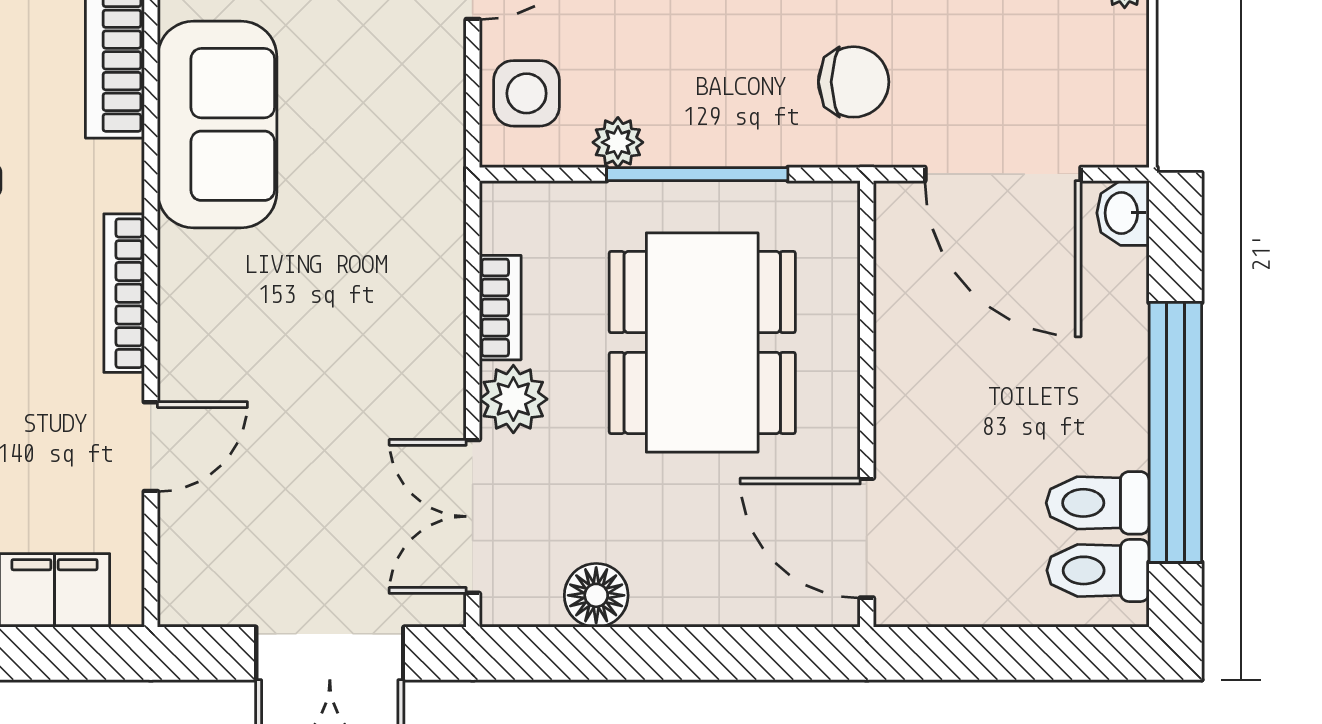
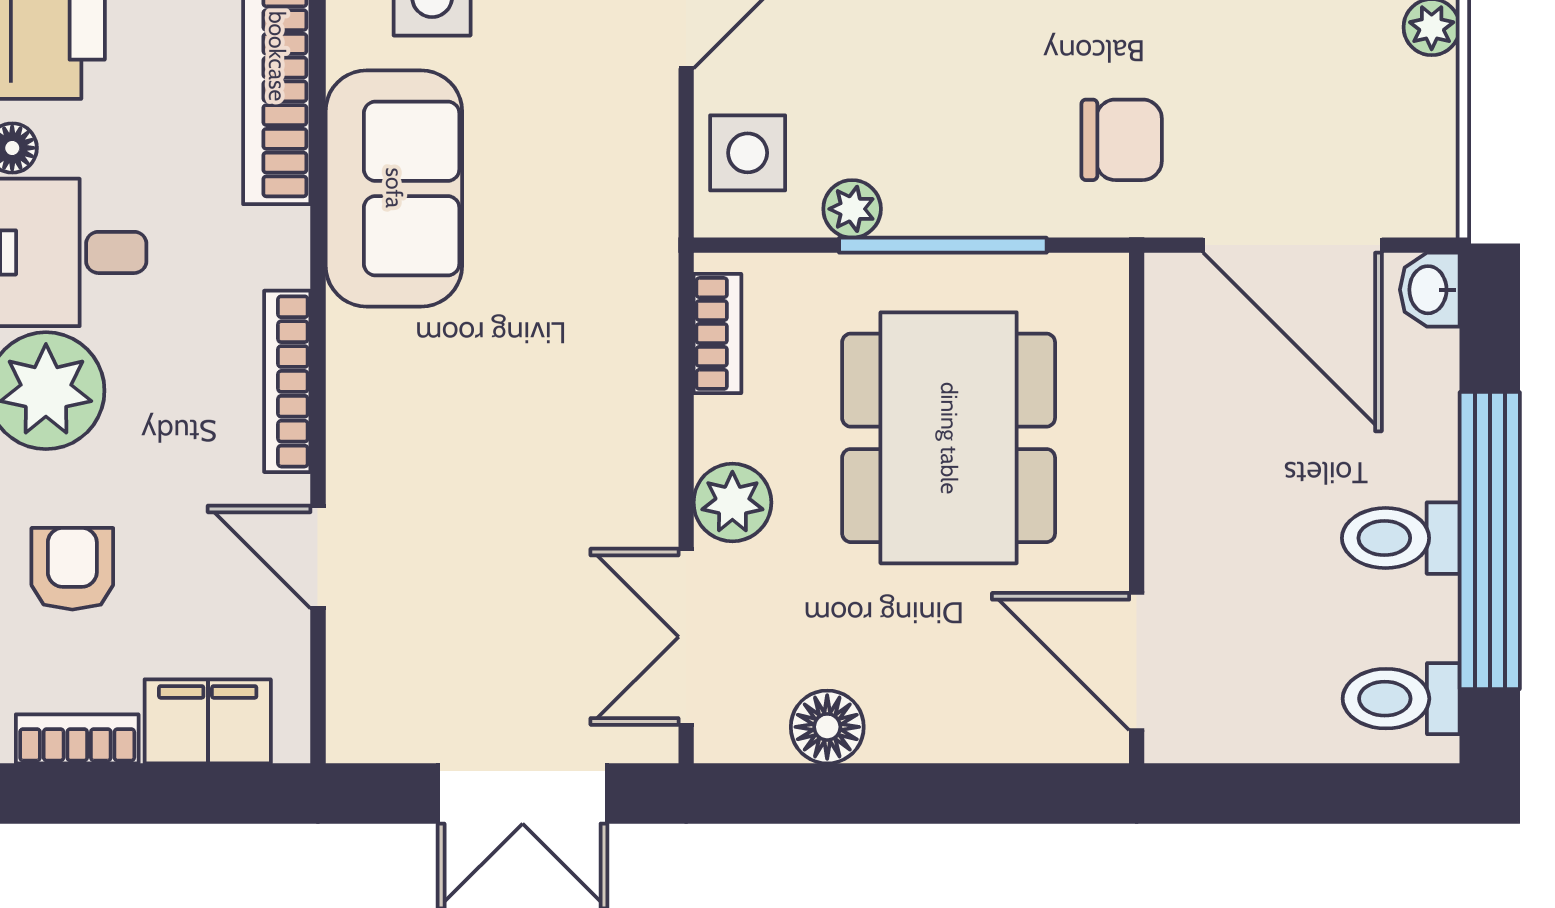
bookcase: (500, 308) -> (717, 333), moved
door: (151, 447) -> (318, 557), swing flipped
toilet: (1098, 503) -> (1401, 538), moved

